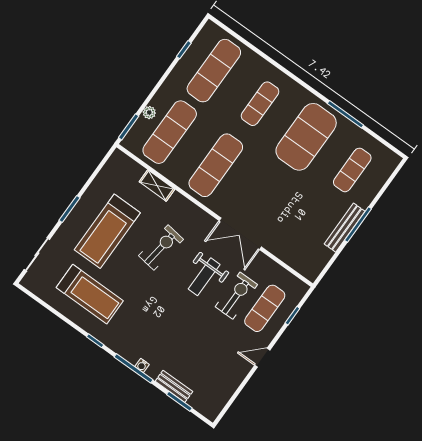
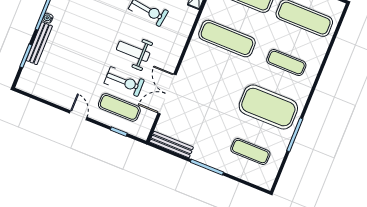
bench: (345, 228) -> (171, 145), moved
double door: (240, 234) -> (167, 94), moved
bench: (174, 386) -> (39, 43), width x1.36

